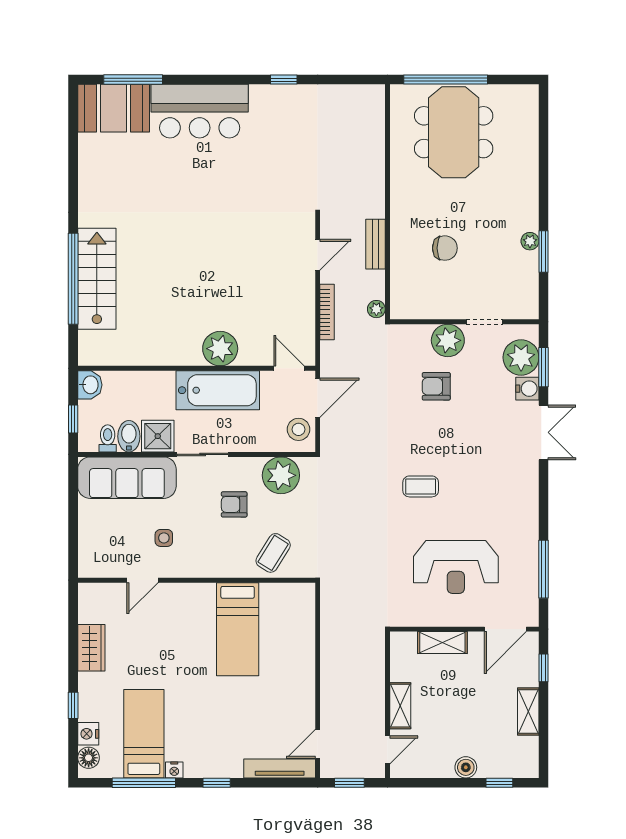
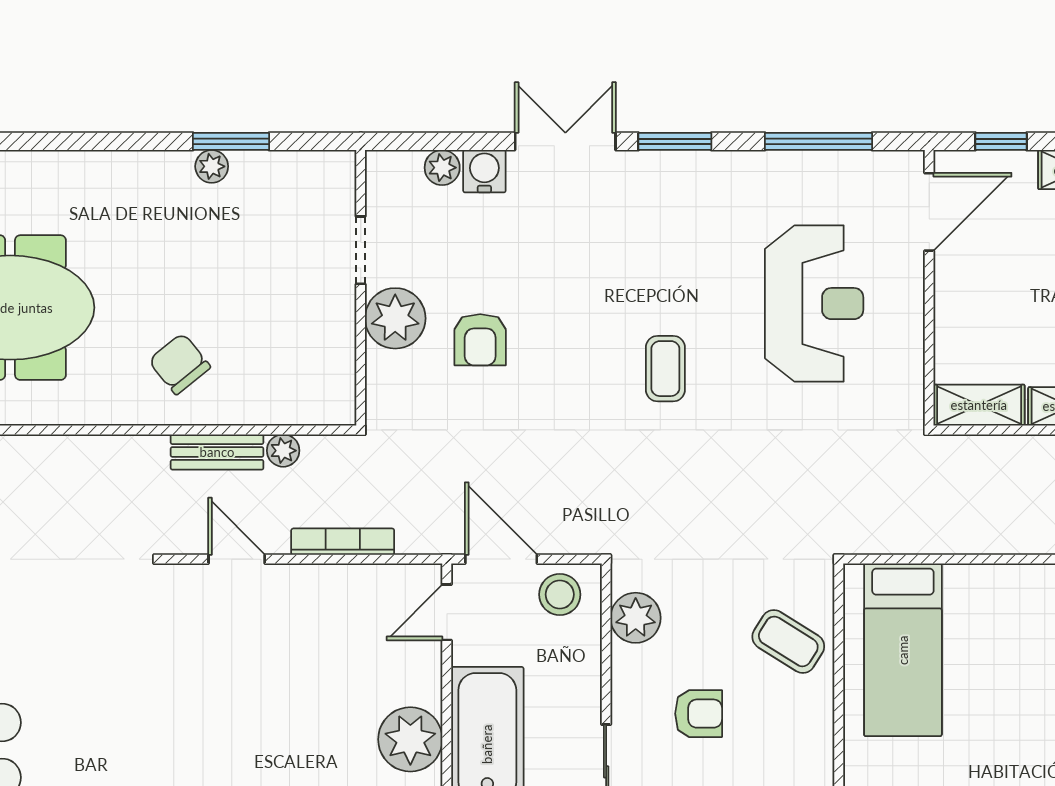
chair: (445, 248) -> (179, 364), moved, turned -39
plant: (376, 309) -> (283, 451), moved
plant: (521, 357) -> (442, 168), width x0.53, depth x0.53
window: (543, 367) -> (675, 141), moved
plant: (281, 475) -> (636, 618), width x0.73, depth x0.73
armchair: (234, 504) -> (699, 714), turned -90
bed: (238, 629) -> (903, 650), moved, turned 90
door: (505, 629) -> (929, 212), hinge flipped
shelving: (442, 643) -> (979, 405), moved, turned 90

